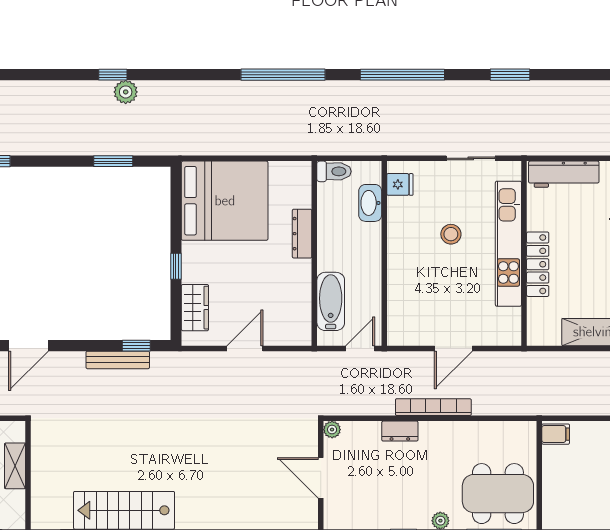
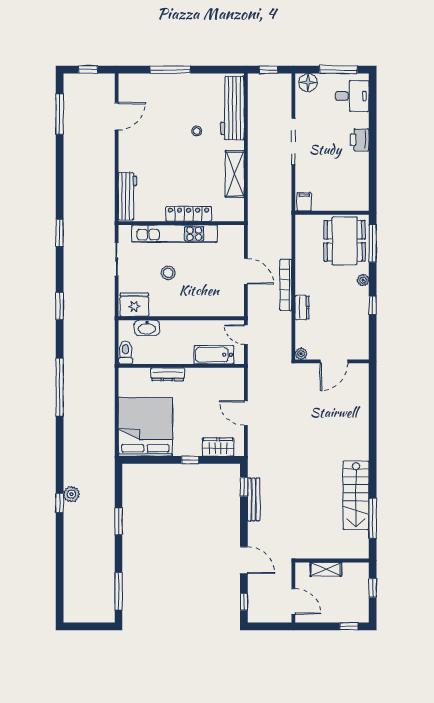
window: (402, 75) -> (60, 306), width x0.47
window: (113, 161) -> (118, 521), moved
fridge: (400, 184) -> (134, 305), width x1.88, depth x1.34

